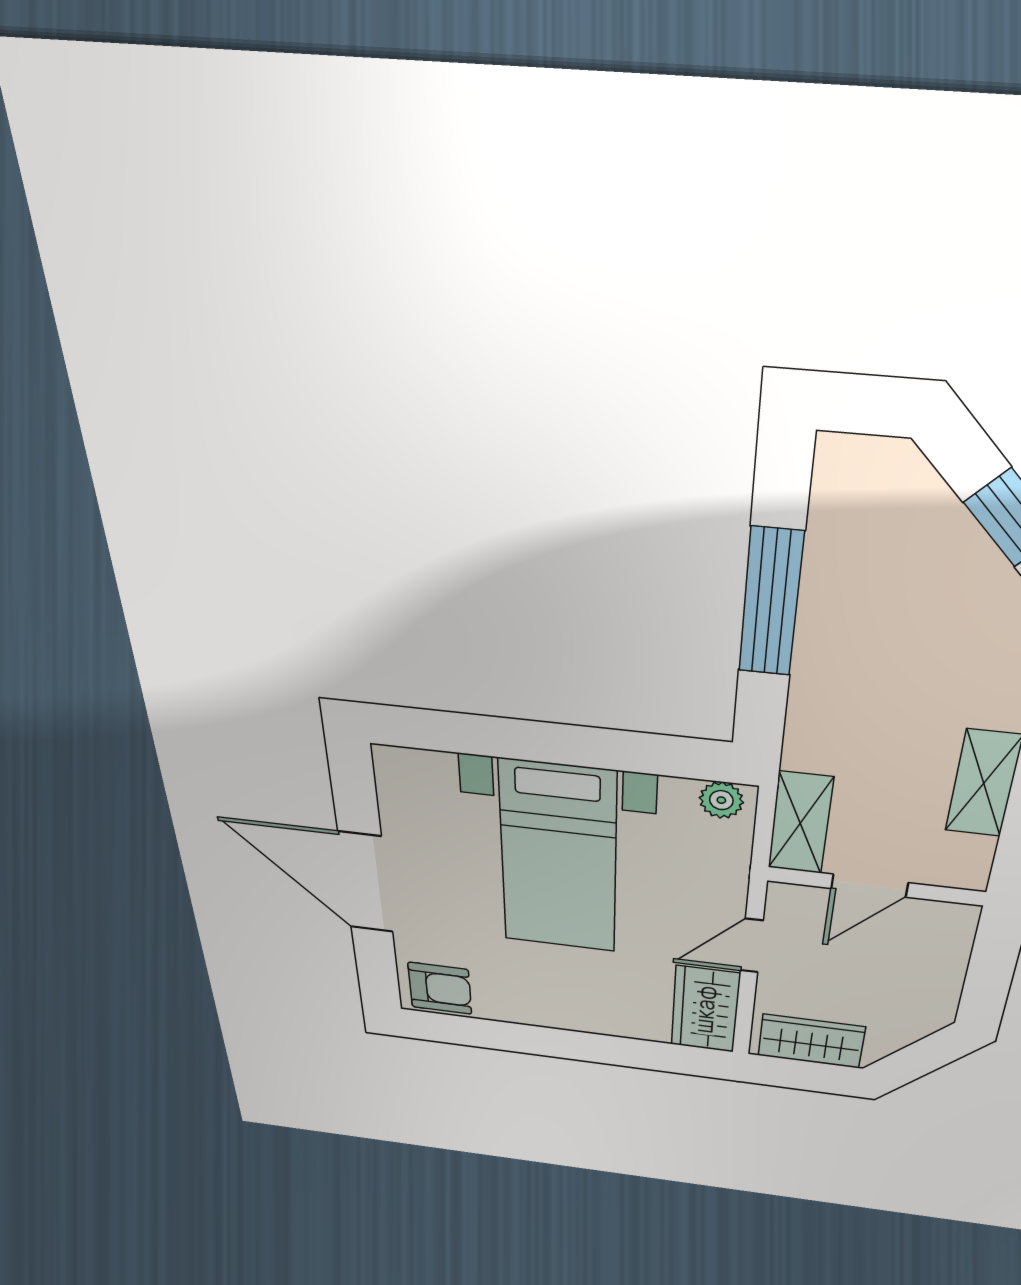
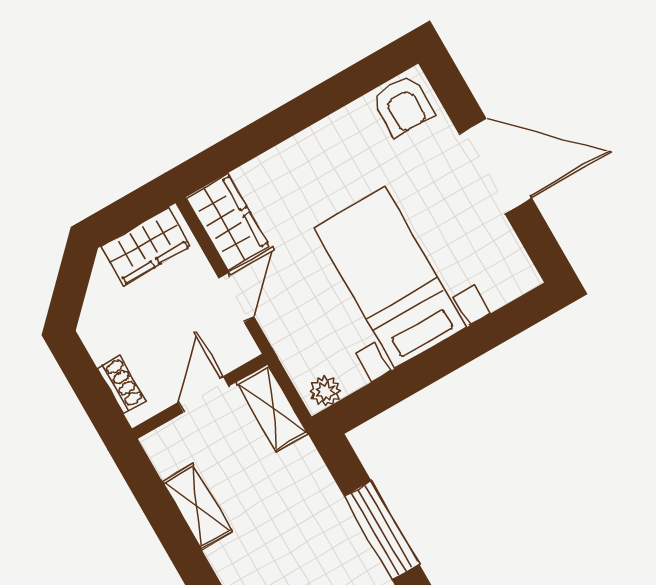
shoe rack: (953, 951) -> (121, 384), added
armchair: (440, 988) -> (403, 105), turned -90

